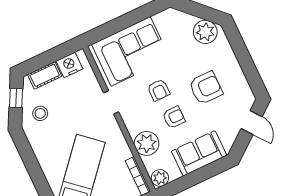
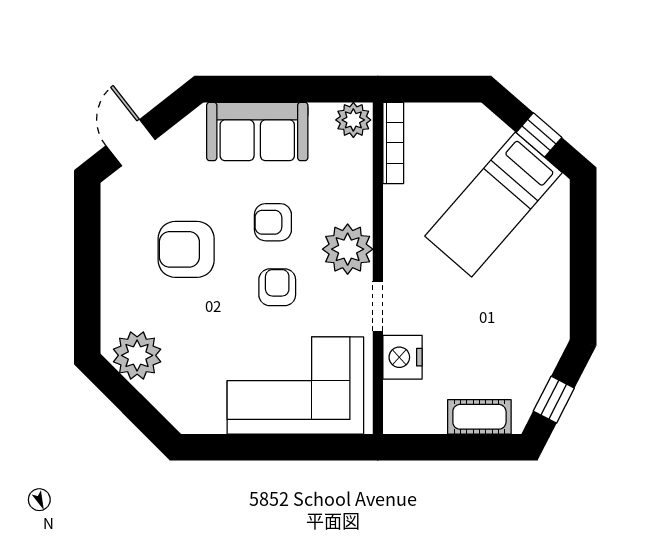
nightstand: (69, 65) -> (402, 357), moved, turned 90
stool: (40, 113) -> (522, 349), removed
plant: (147, 143) -> (348, 249), moved

